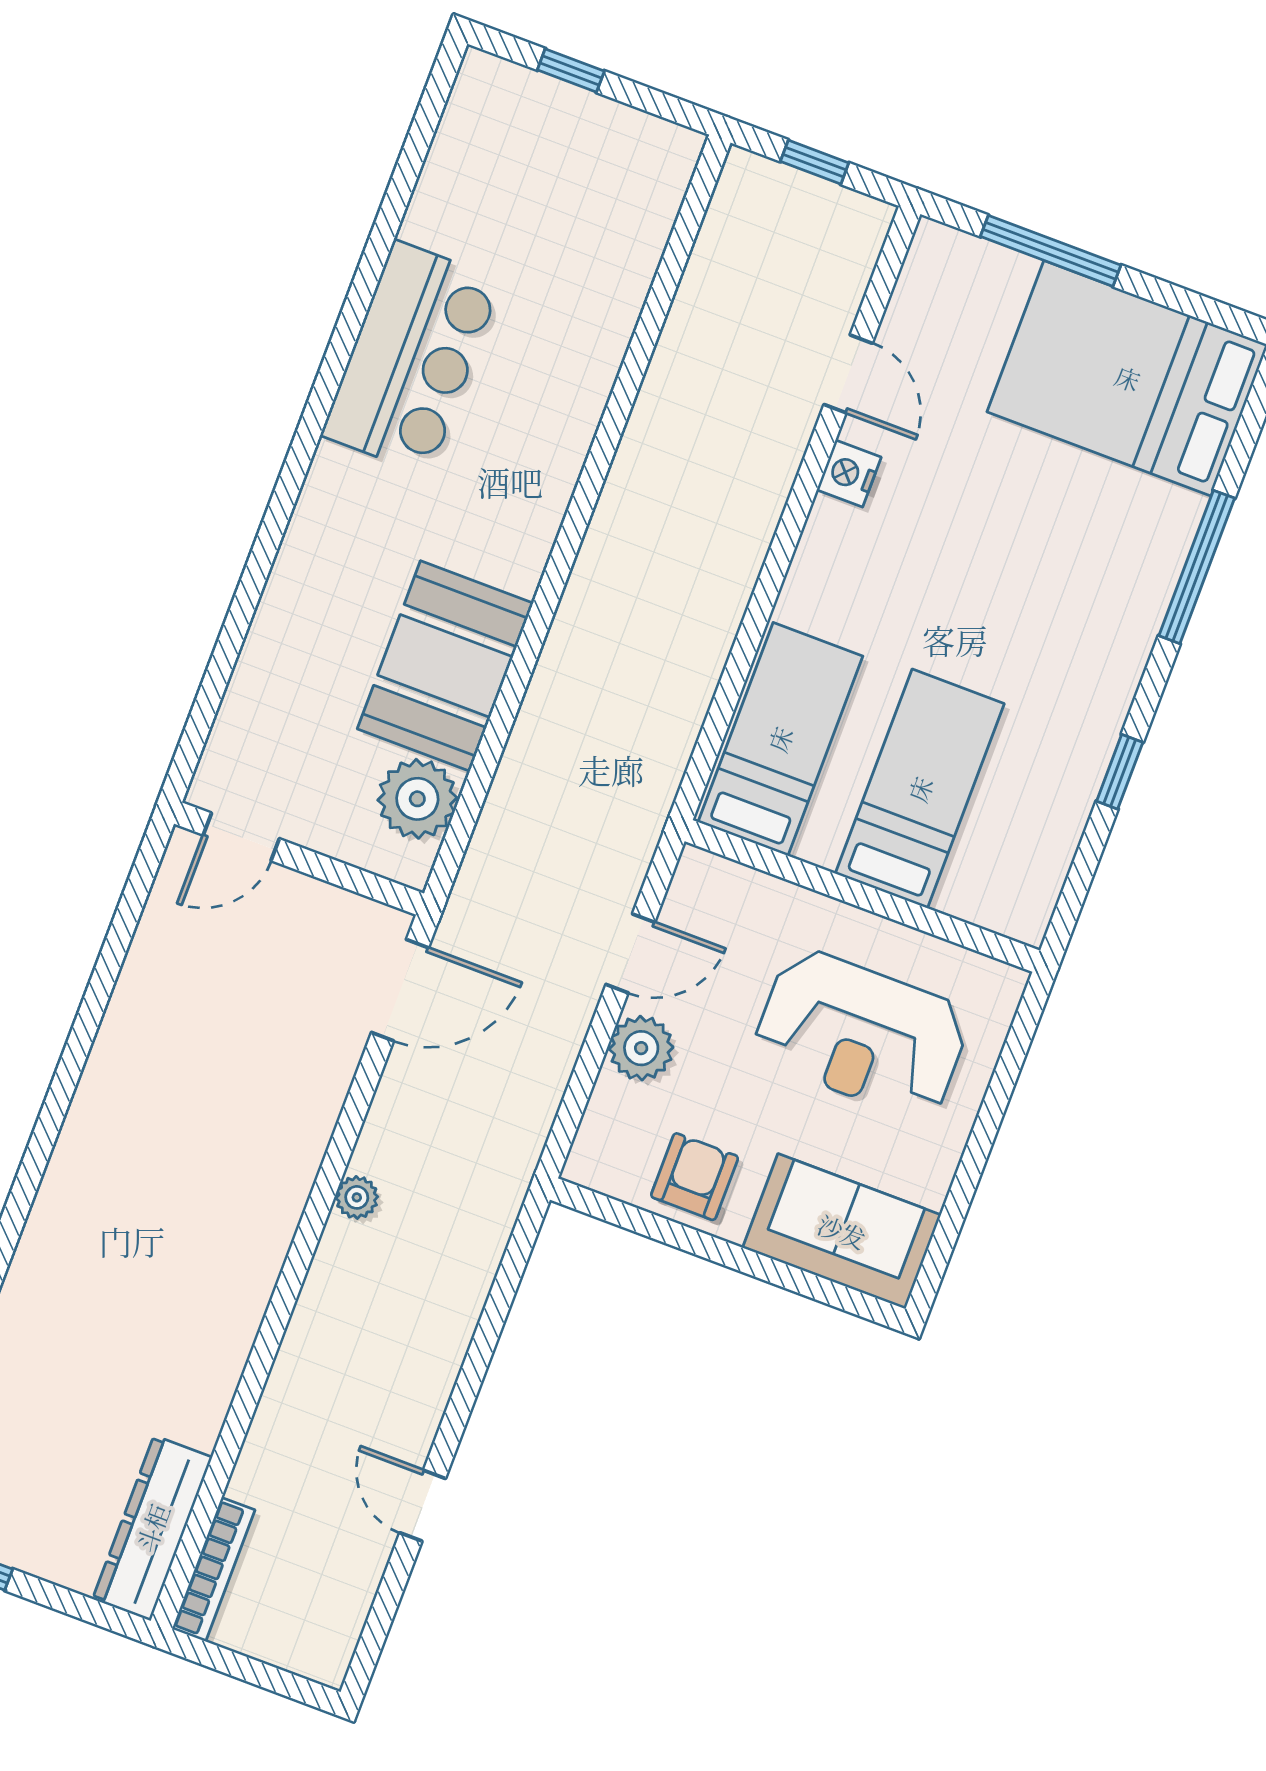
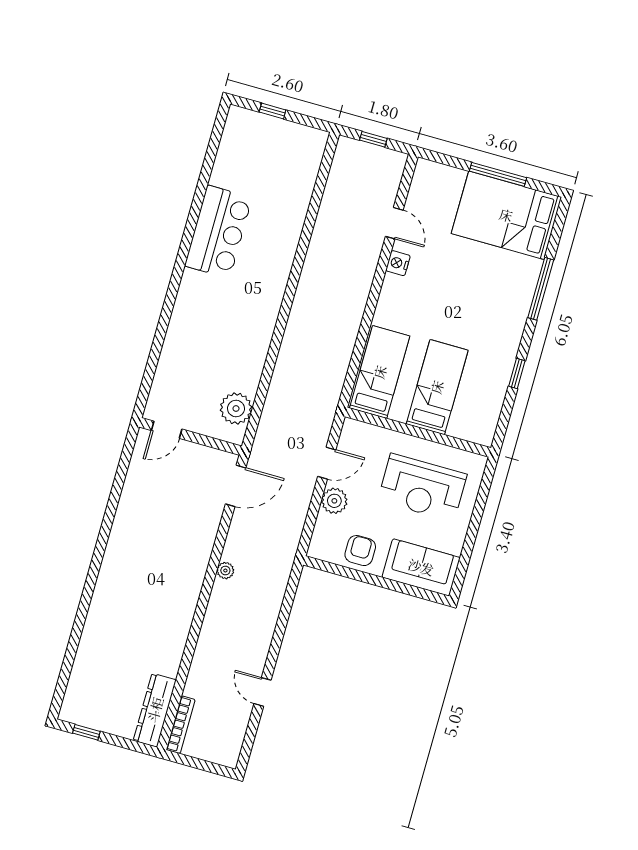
window: (1051, 251) -> (498, 174), moved
booth: (445, 666) -> (243, 354), removed

